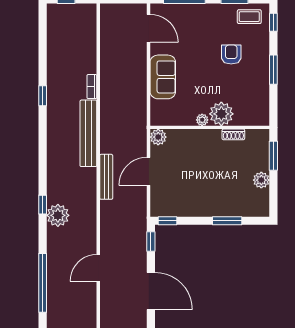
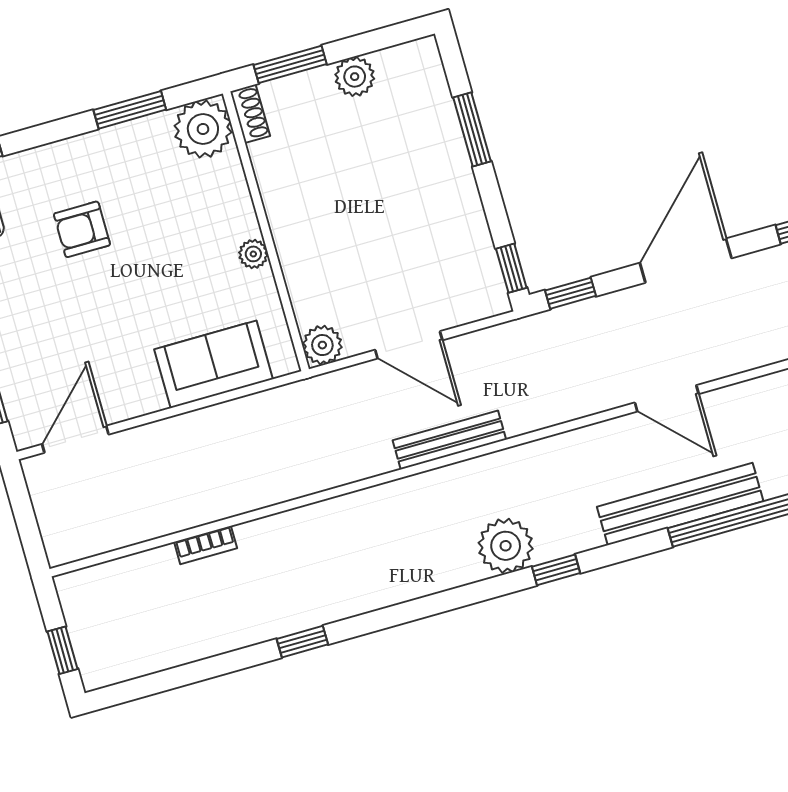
window: (273, 70) -> (130, 110), moved
sofa: (163, 77) -> (214, 364), moved
bookcase: (92, 87) -> (206, 545), moved
plant: (221, 114) -> (203, 129), moved
bench: (88, 133) -> (680, 504), moved
shoe rack: (233, 134) -> (250, 114), moved
plant: (58, 215) -> (506, 546), moved

